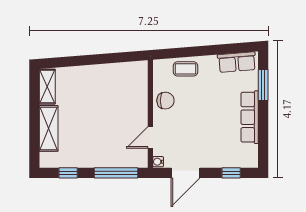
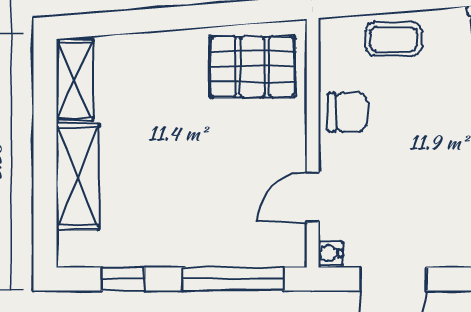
pallet: (124, 81) -> (252, 67), added

